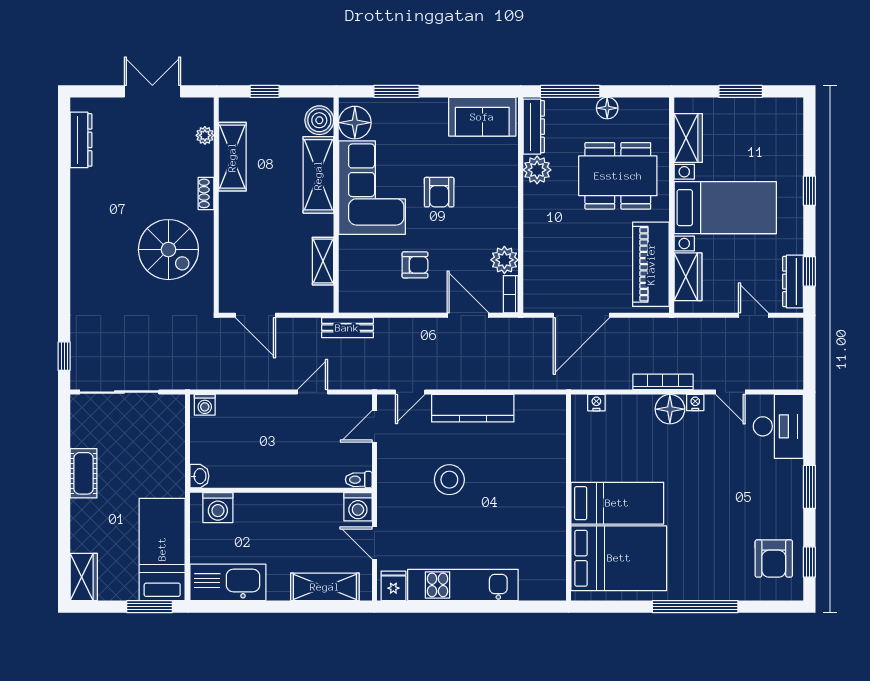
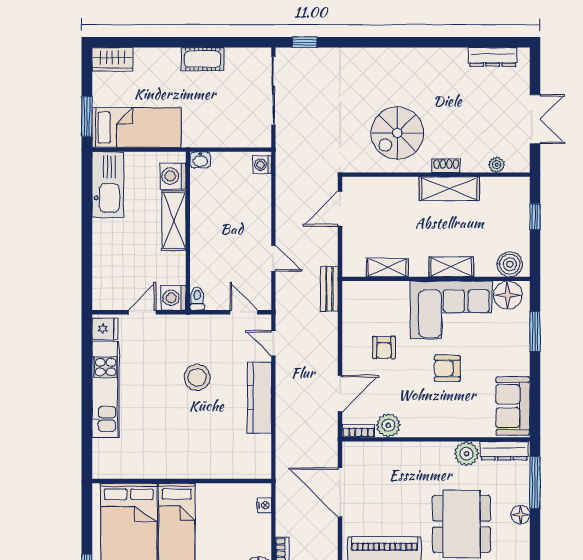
shelving: (232, 157) -> (449, 189), moved
shelving: (318, 175) -> (451, 267), width x0.67, depth x0.75
shelving: (325, 587) -> (174, 221), moved

